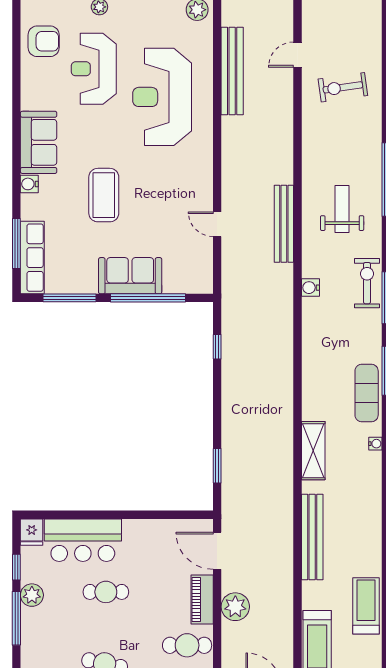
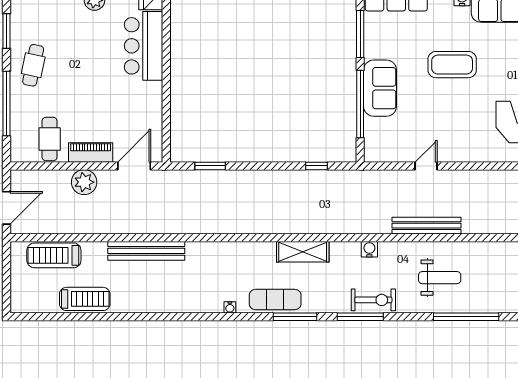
shelving: (313, 451) -> (303, 252), moved
cafe table: (106, 592) -> (97, 66), removed

